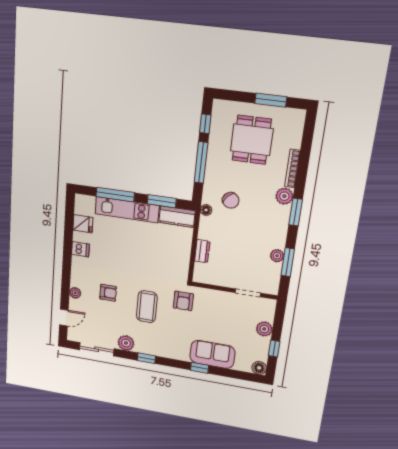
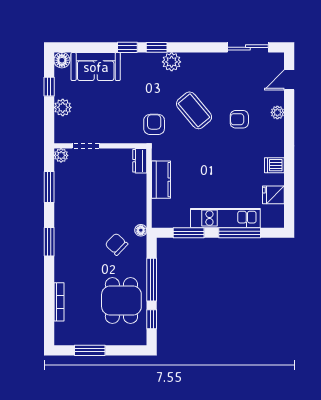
dining table: (252, 140) -> (121, 301), moved
bookcase: (292, 168) -> (59, 302), moved
plant: (284, 196) -> (63, 257), removed
kitchen counter: (177, 217) -> (161, 180), moved, turned 90
dresser: (202, 251) -> (140, 161), moved
plant: (277, 256) -> (61, 155), moved
coffee table: (147, 307) -> (194, 110), turned -40
plant: (126, 343) -> (172, 62), moved
sofa: (212, 354) -> (96, 67), moved
window: (146, 358) -> (157, 47), moved

